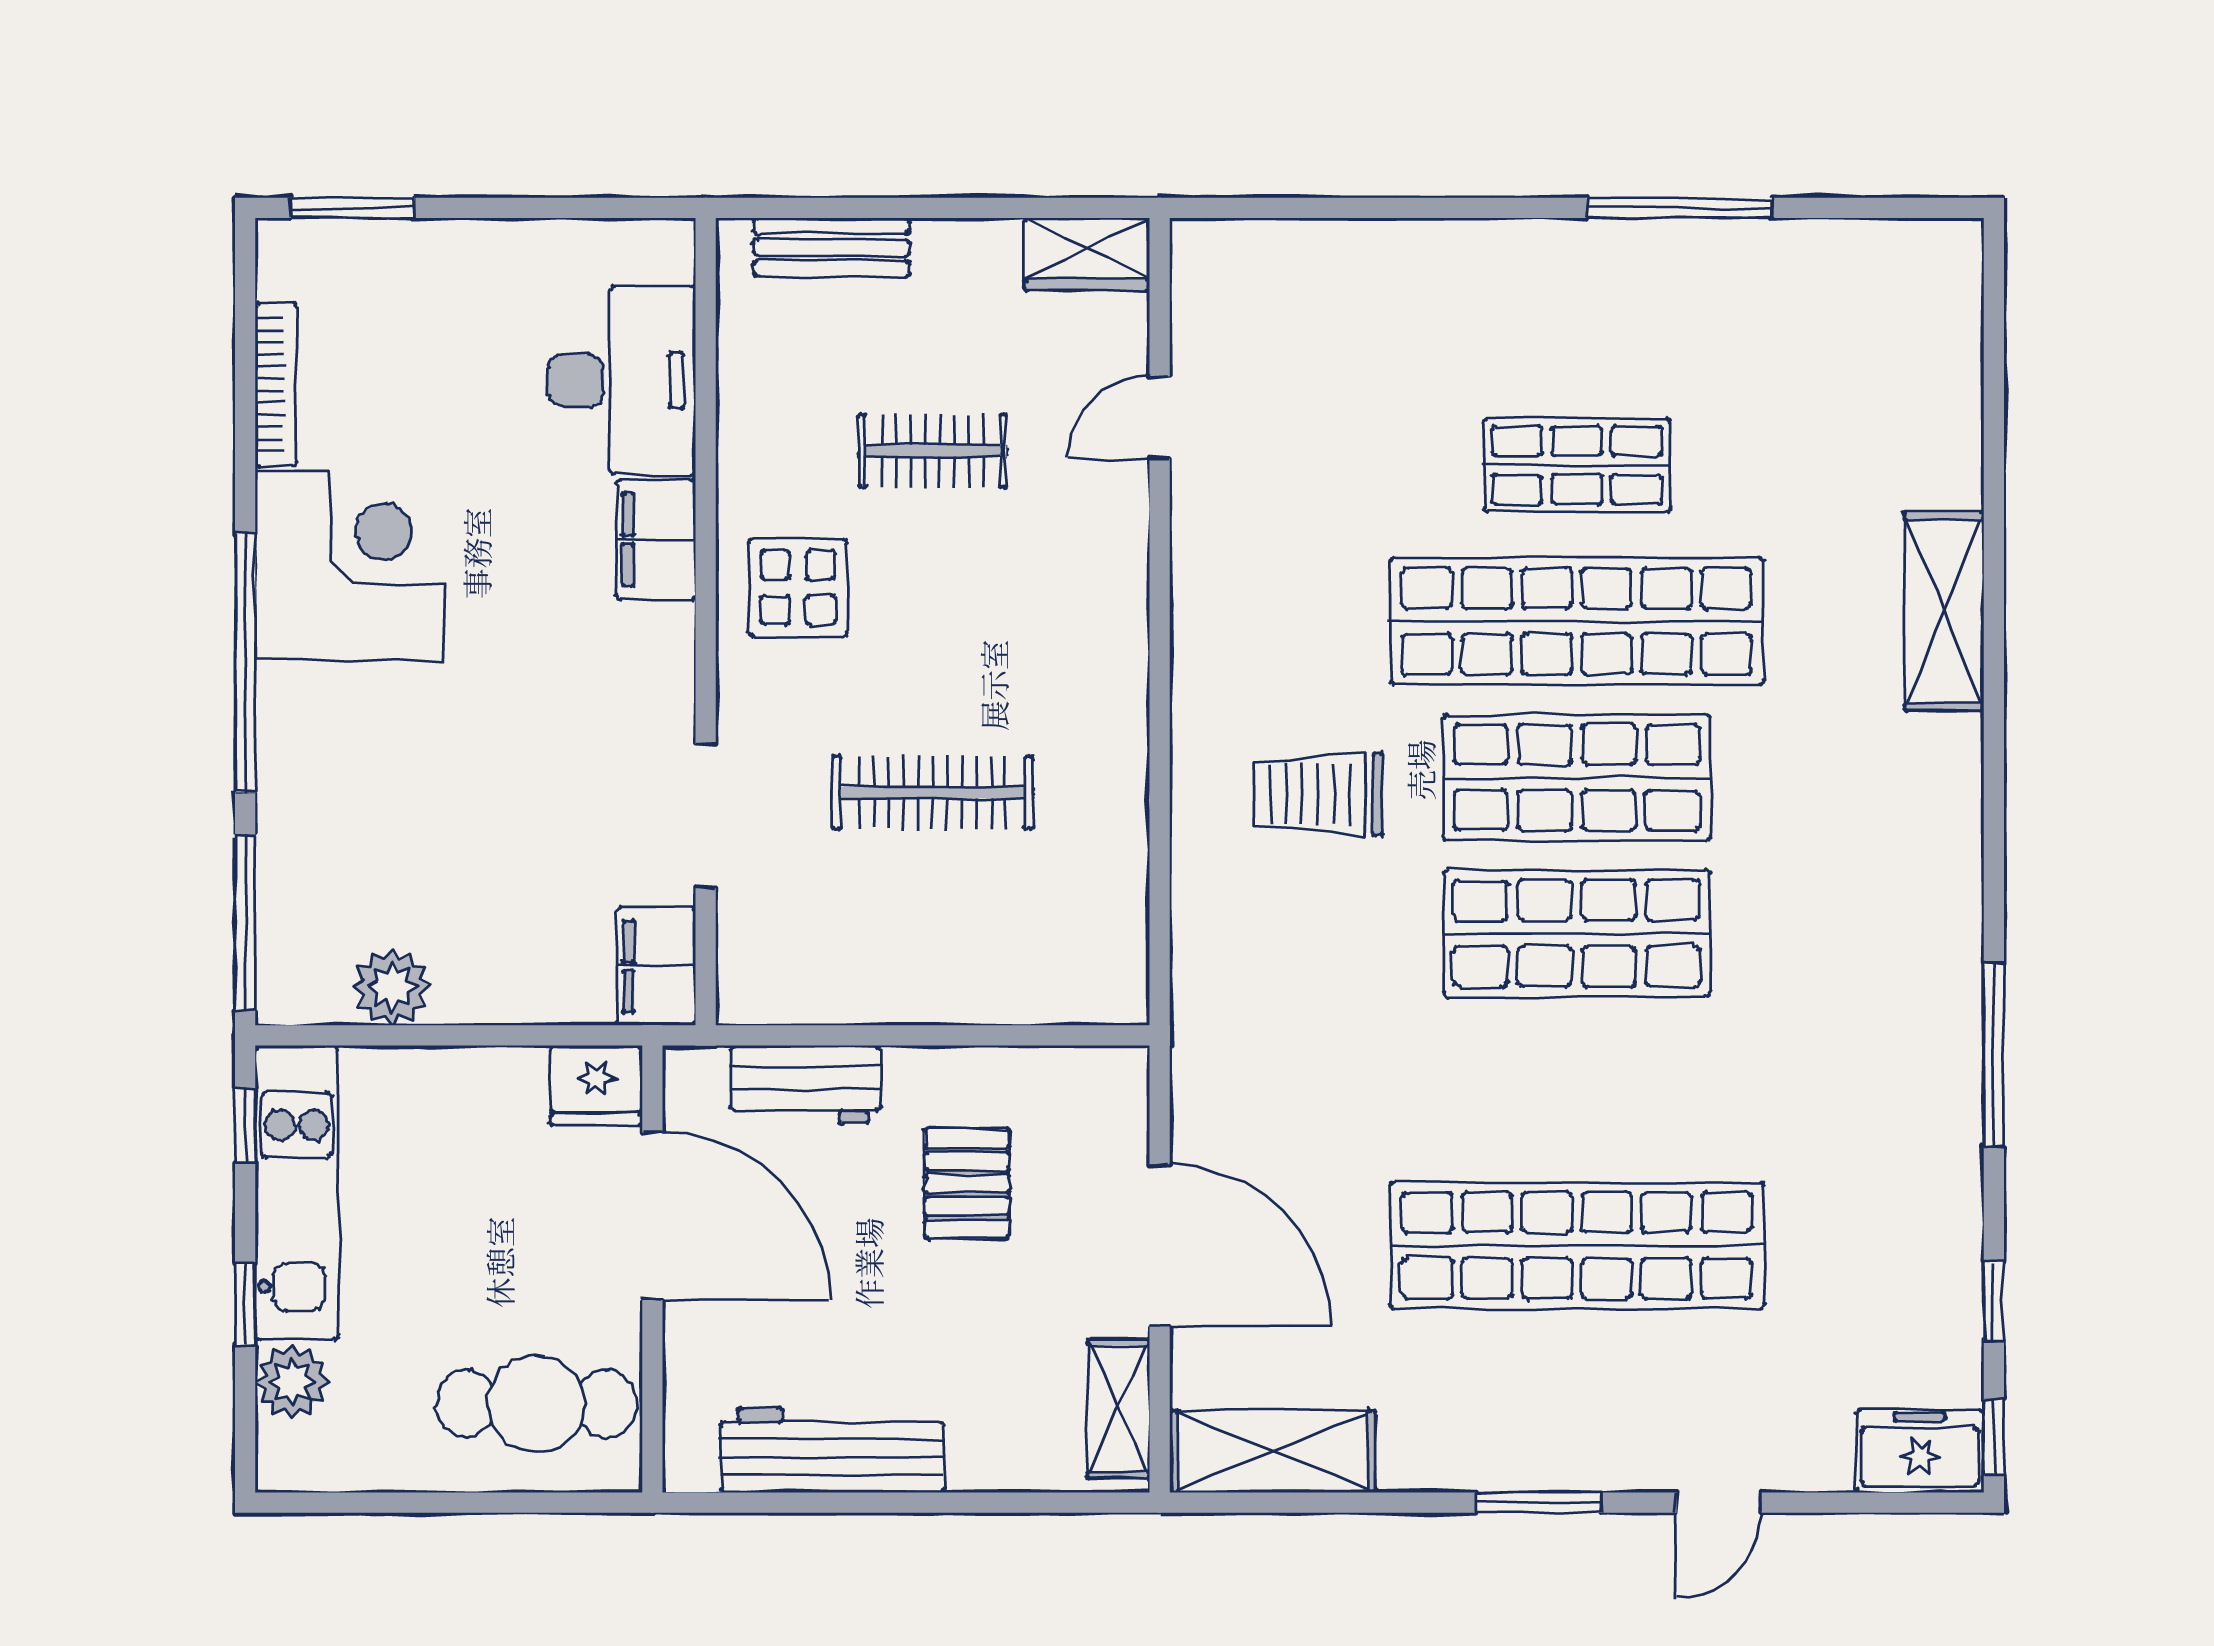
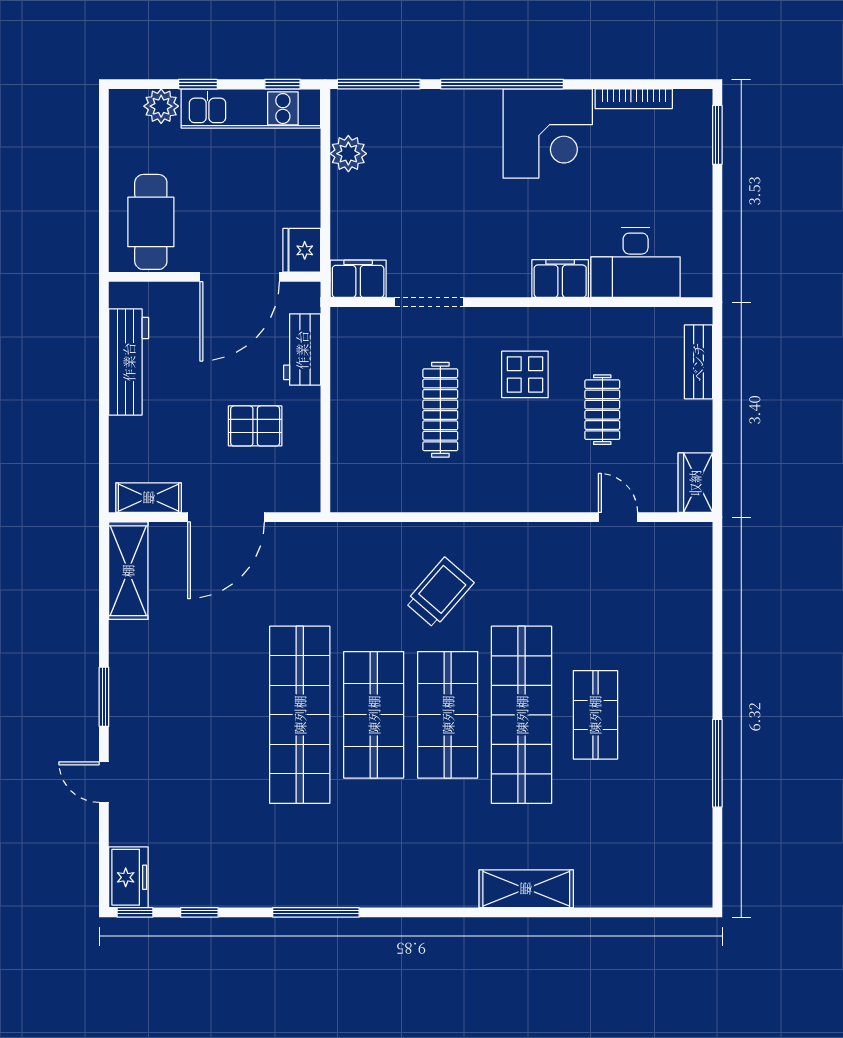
display table: (798, 587) -> (525, 374), moved
trolley: (1319, 794) -> (440, 593), turned 41
shop shelf: (1577, 1245) -> (300, 715), moved

